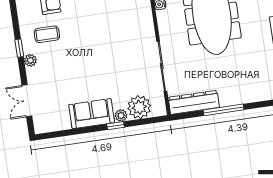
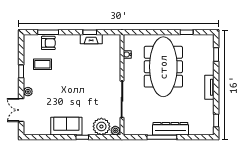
plant: (30, 60) -> (28, 92), moved
dresser: (194, 102) -> (170, 129), moved
plant: (121, 115) -> (115, 131), moved

